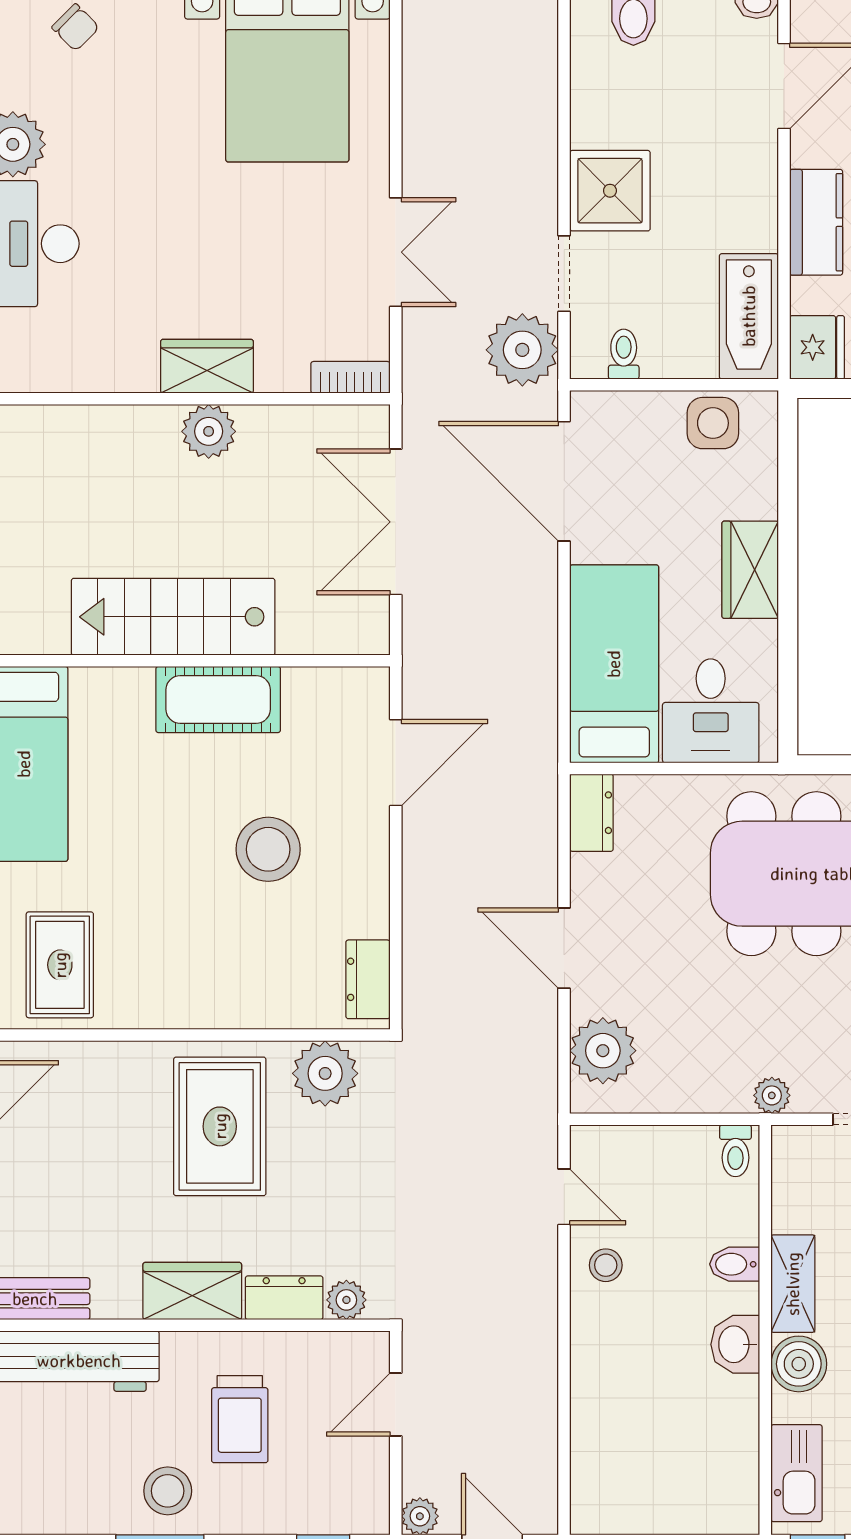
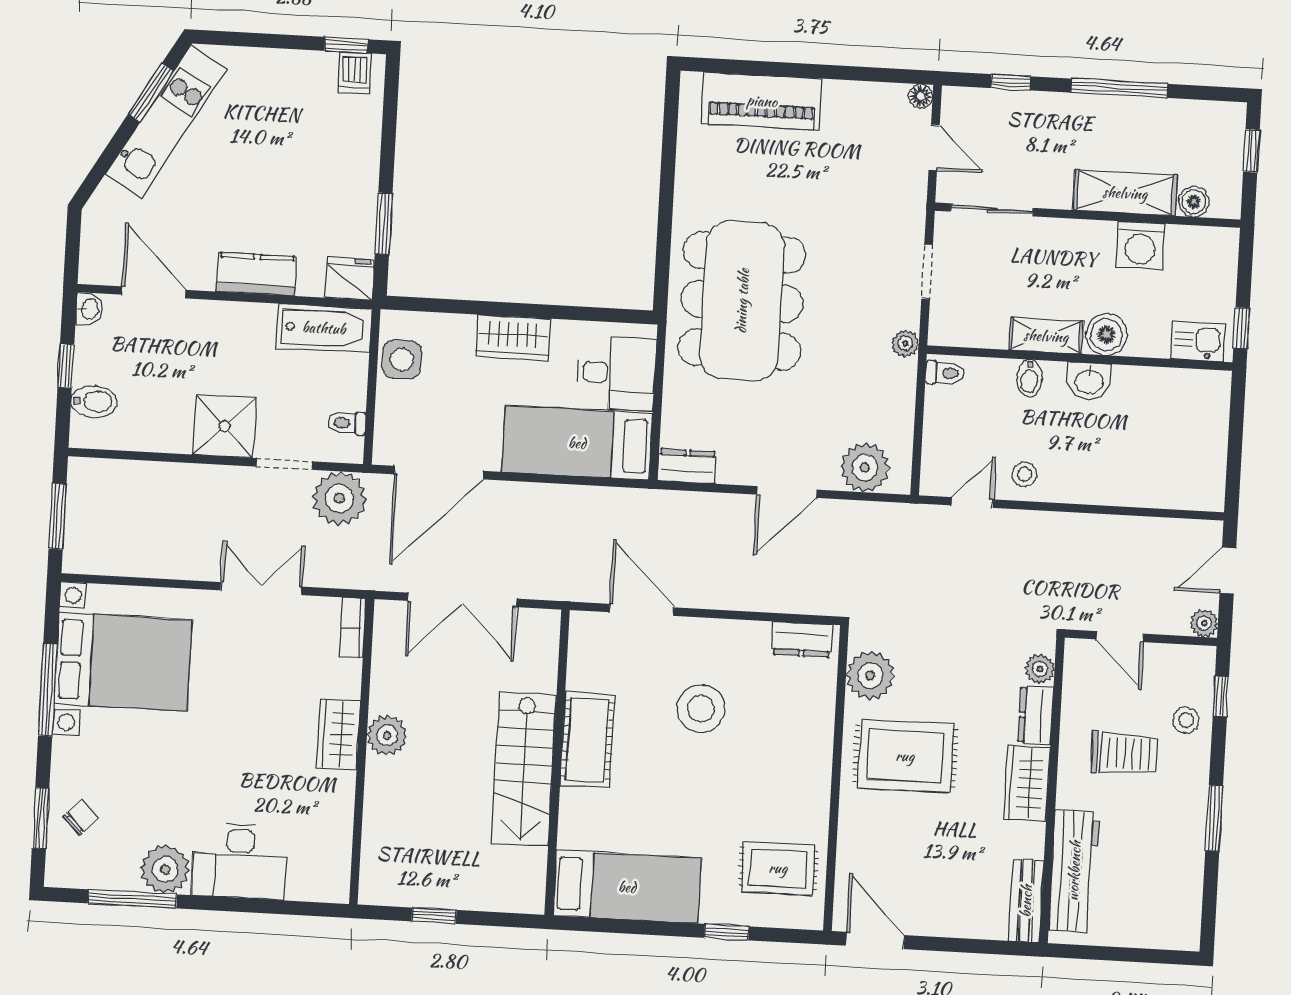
kitchen sink: (797, 1473) -> (1198, 341), width x0.73
stool: (168, 1491) -> (1186, 720), moved, width x0.73, depth x0.73

